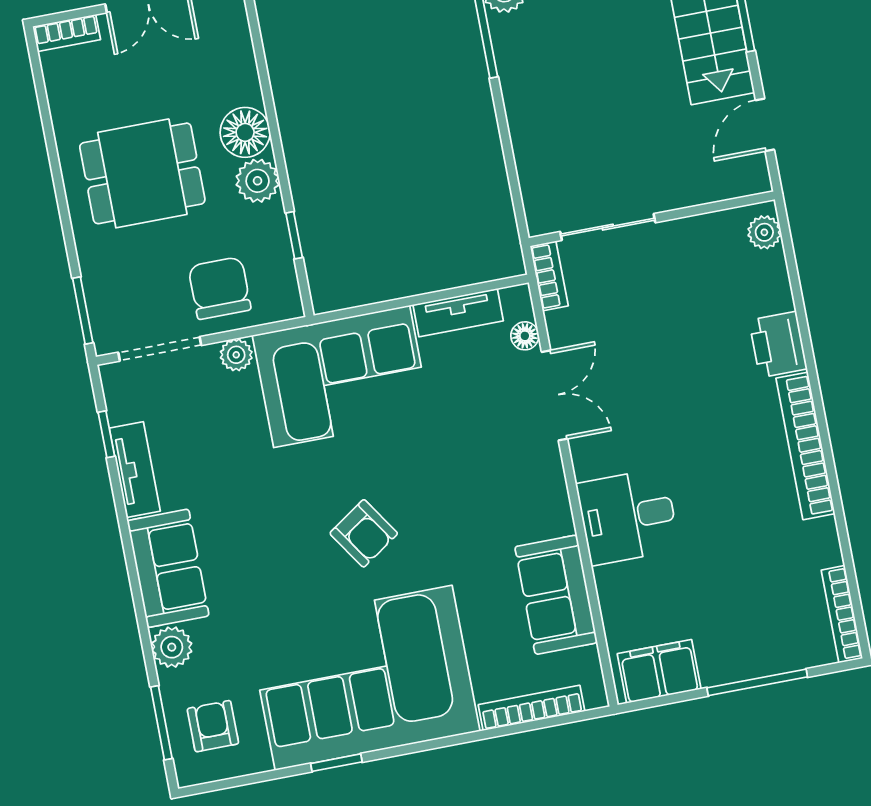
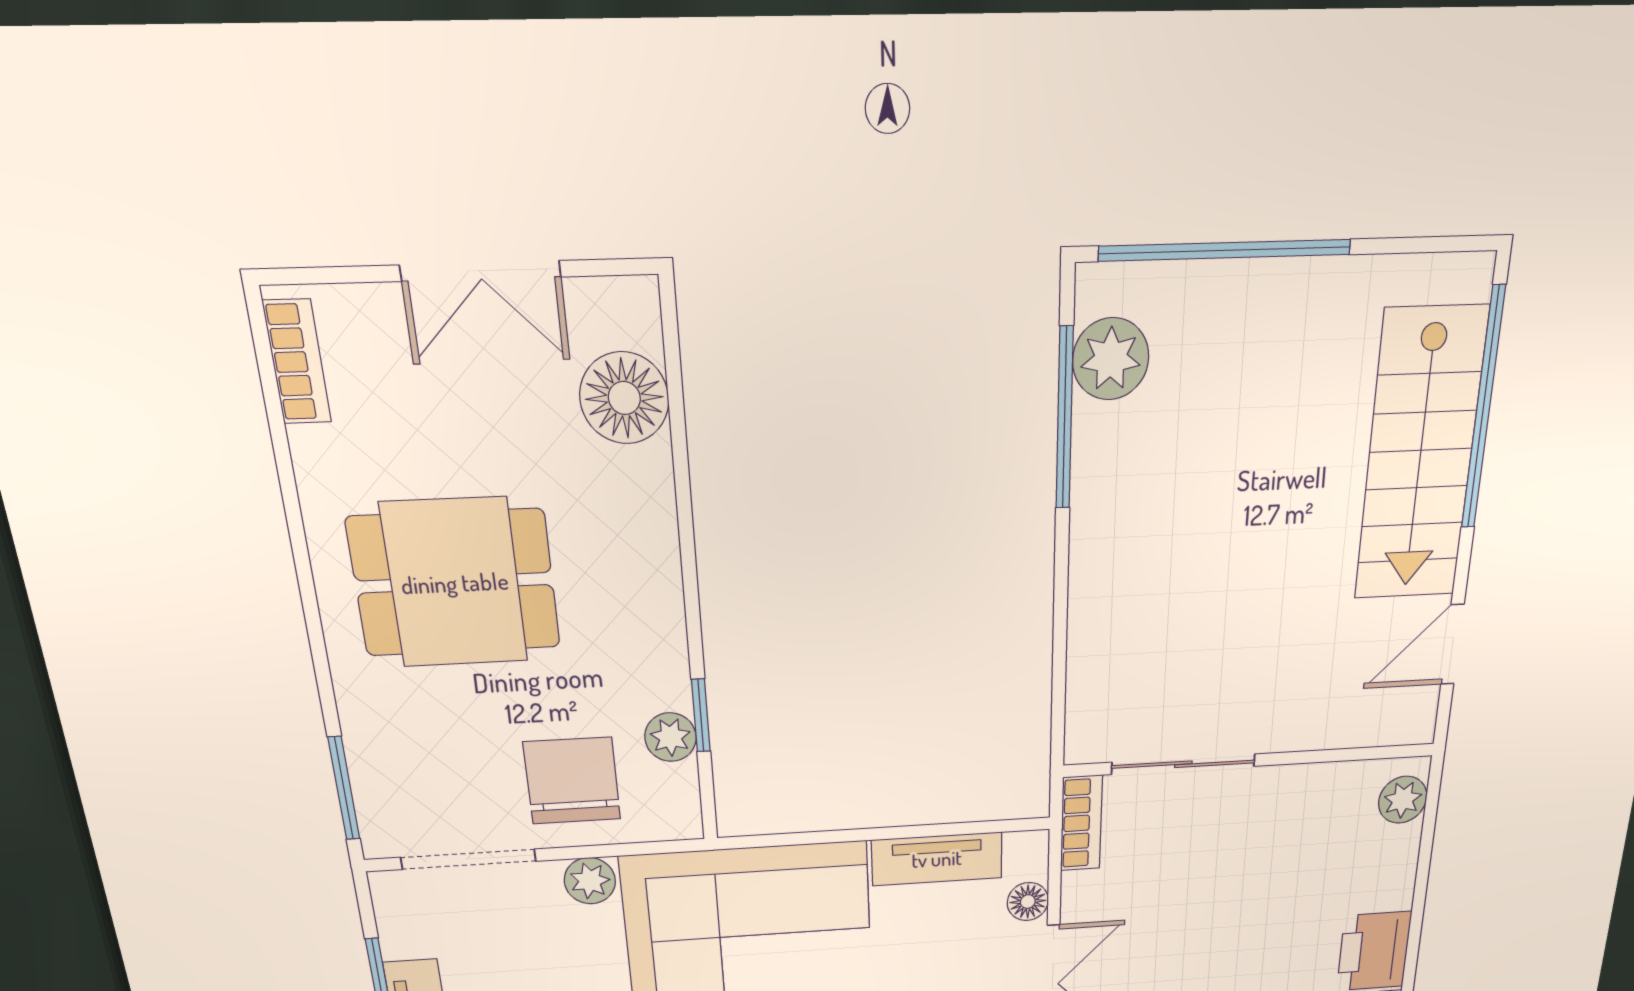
bookcase: (67, 33) -> (297, 362), moved, turned -90
floor lamp: (245, 132) -> (624, 398), moved
plant: (258, 181) -> (671, 737), moved, width x0.73, depth x0.73

